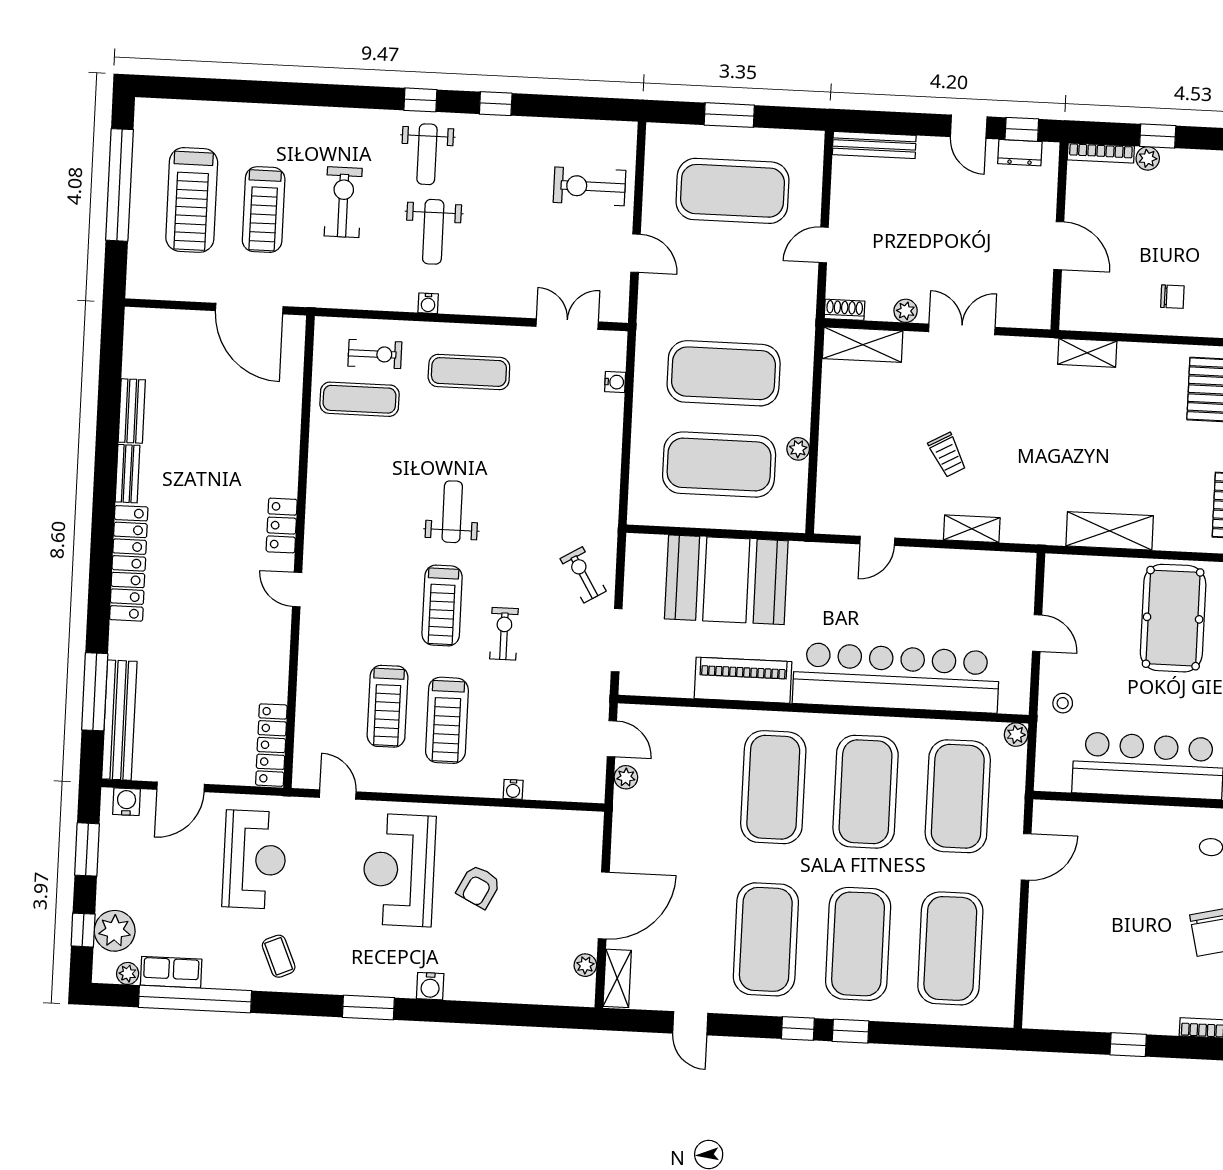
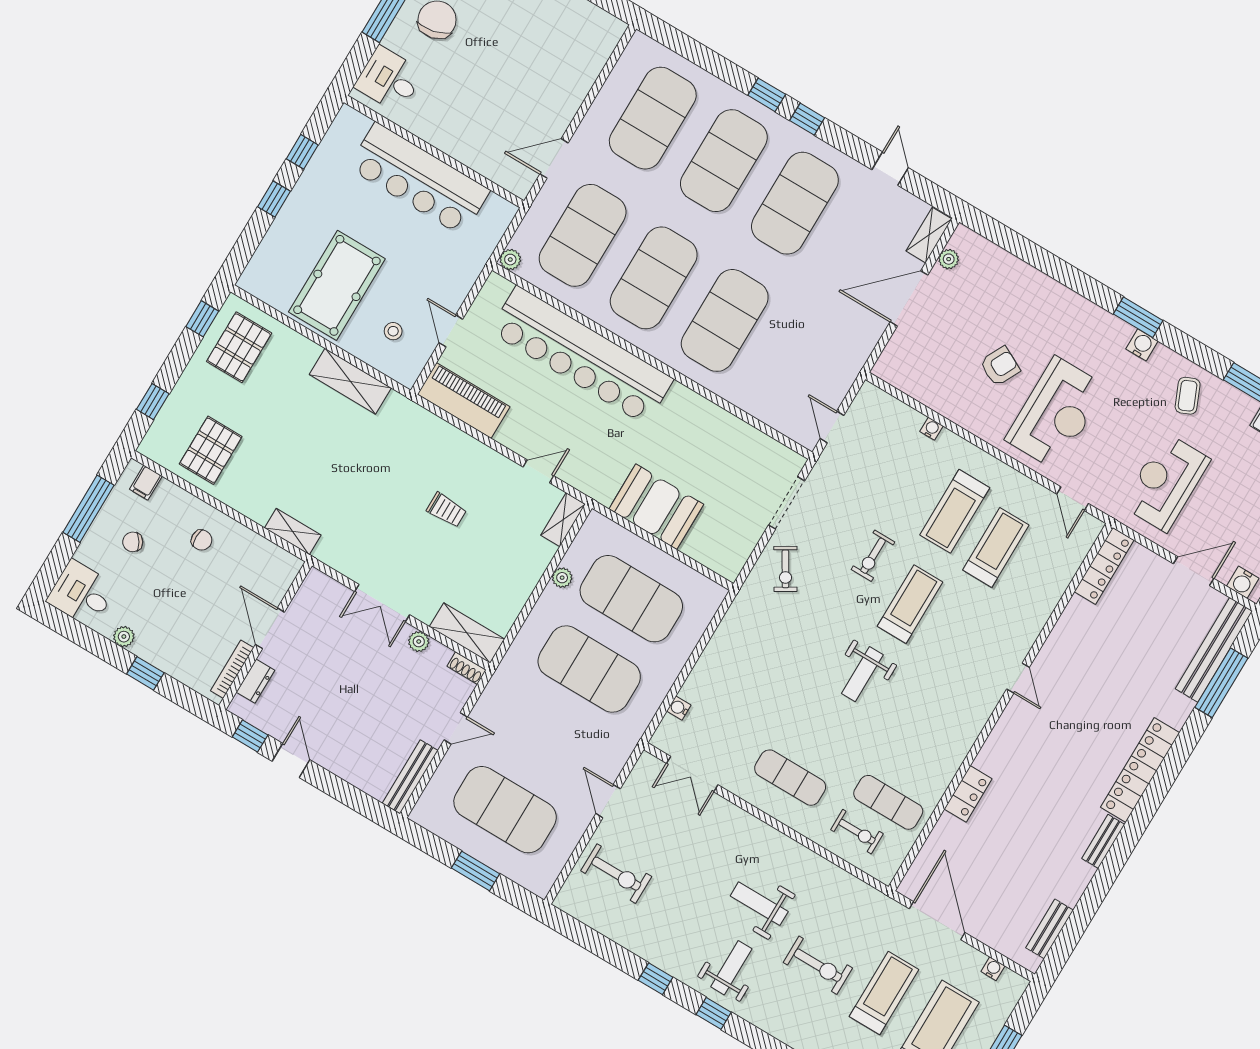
bench: (874, 145) -> (410, 777), moved, turned 90
dresser: (1020, 153) -> (255, 681), moved, turned 90
bookcase: (1101, 153) -> (232, 669), moved, turned -90
plant: (1148, 158) -> (124, 637), moved
exercise bike: (343, 202) -> (818, 965), turned -90
weight bench: (433, 232) -> (759, 904), turned -90
chair: (1172, 297) -> (202, 540), turned 180
water cooler: (428, 303) -> (993, 969), moved
exercise bike: (375, 354) -> (857, 832), turned 180
bench: (132, 411) -> (1050, 929), moved
trolley: (947, 455) -> (447, 510), turned 119
locker: (282, 526) -> (968, 794), moved
shelving: (972, 529) -> (563, 520), moved, turned 90
booth: (726, 580) -> (656, 507), width x0.73, depth x0.70
piano: (743, 680) -> (464, 401), moved, turned 180
stool: (1063, 703) -> (393, 331), moved
treadmill: (447, 720) -> (955, 511), turned 180
plant: (626, 777) -> (837, 391), removed
water cooler: (430, 986) -> (1142, 345), moved

